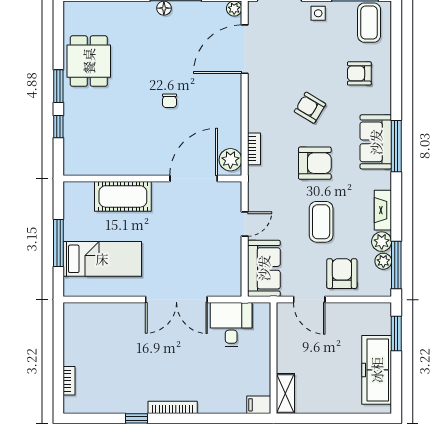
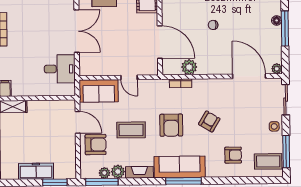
armchair: (359, 73) -> (233, 155), turned 90
sofa: (376, 142) -> (180, 167), width x1.36
plant: (230, 160) -> (189, 67), moved
double door: (176, 299) -> (77, 31), swing flipped
door: (309, 299) -> (78, 122), swing flipped
freezer: (377, 370) -> (36, 171), width x0.73, depth x0.79

